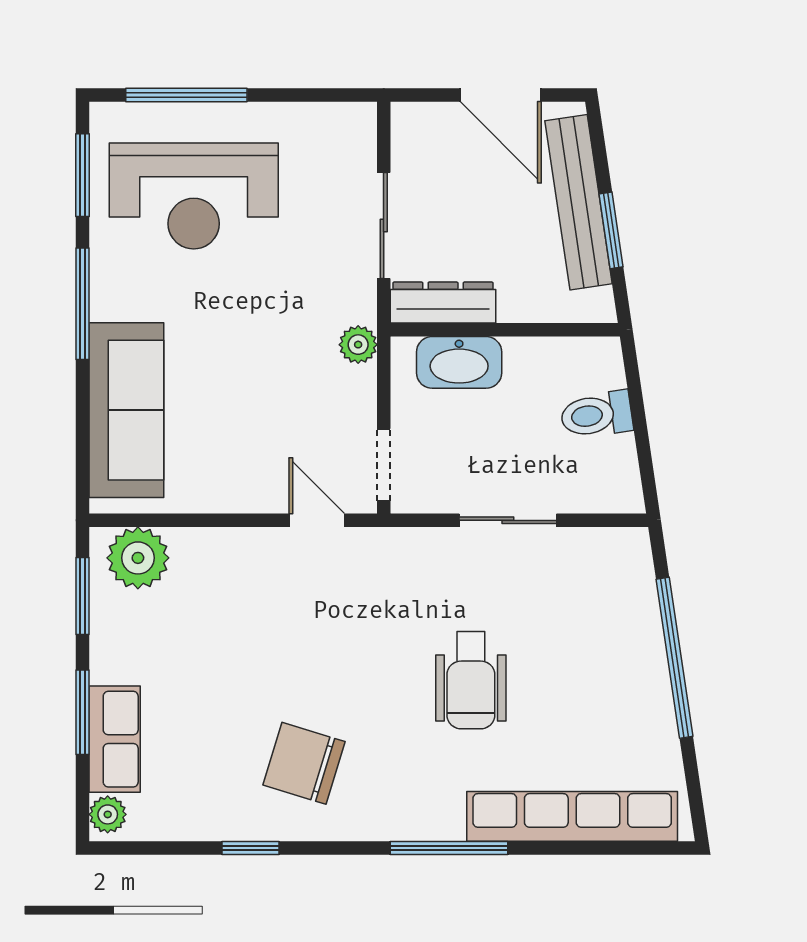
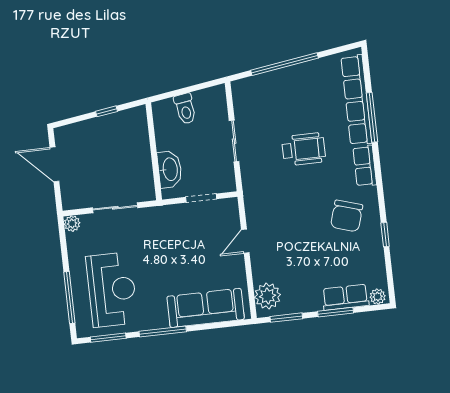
door: (501, 95) -> (54, 164), swing flipped
bench: (579, 202) -> (96, 126), removed
window: (611, 230) -> (106, 111), width x0.67
dresser: (443, 303) -> (145, 179), removed
plant: (358, 345) -> (72, 224), moved
doorway: (384, 465) -> (201, 198), moved
door: (317, 520) -> (245, 241), moved
row of seats: (416, 819) -> (365, 166), added
window: (449, 848) -> (372, 117), moved

